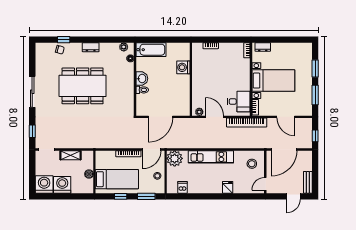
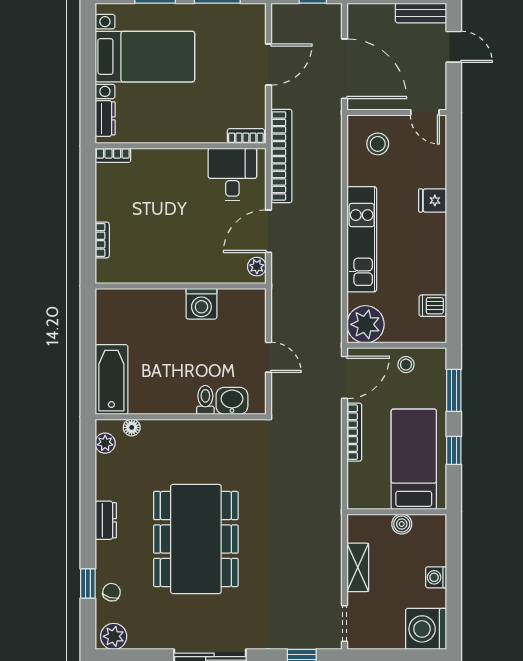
plant: (41, 51) -> (114, 636), added
washing machine: (183, 67) -> (201, 304), moved
washbasin: (142, 79) -> (232, 401), moved
bed with nightstands: (273, 81) -> (145, 57), moved, turned 90
door: (160, 117) -> (268, 357), width x0.53
door: (152, 149) -> (344, 377), hinge flipped
washing machine: (62, 185) -> (436, 577), width x0.53, depth x0.53

